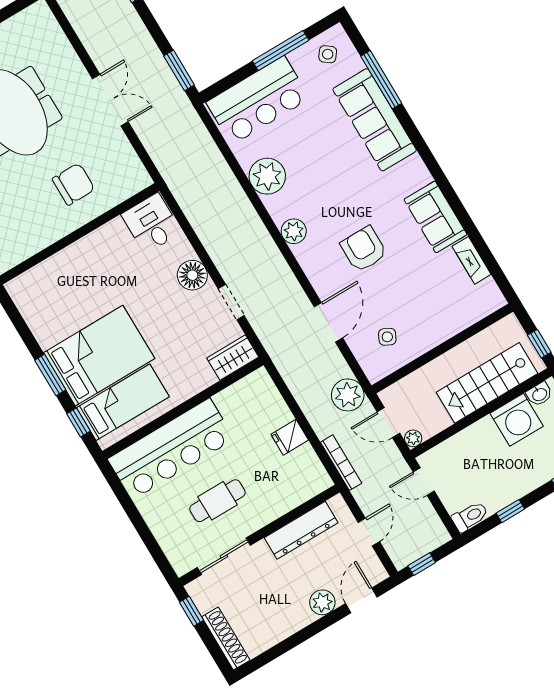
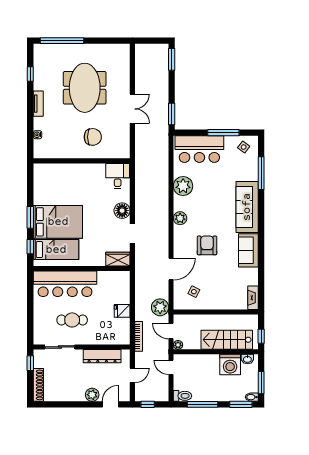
sofa: (375, 120) -> (247, 207), moved
fireplace: (472, 260) -> (253, 298), moved
window: (510, 511) -> (202, 404), width x2.17

